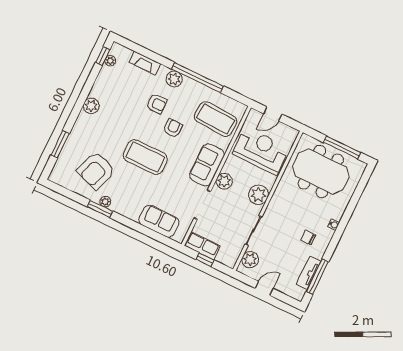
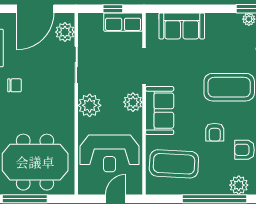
door: (264, 288) -> (35, 9), width x1.87

